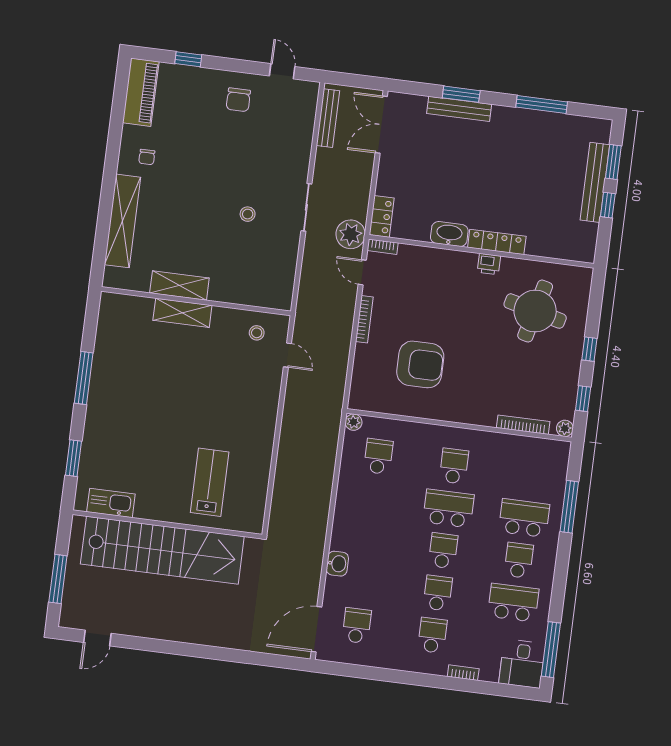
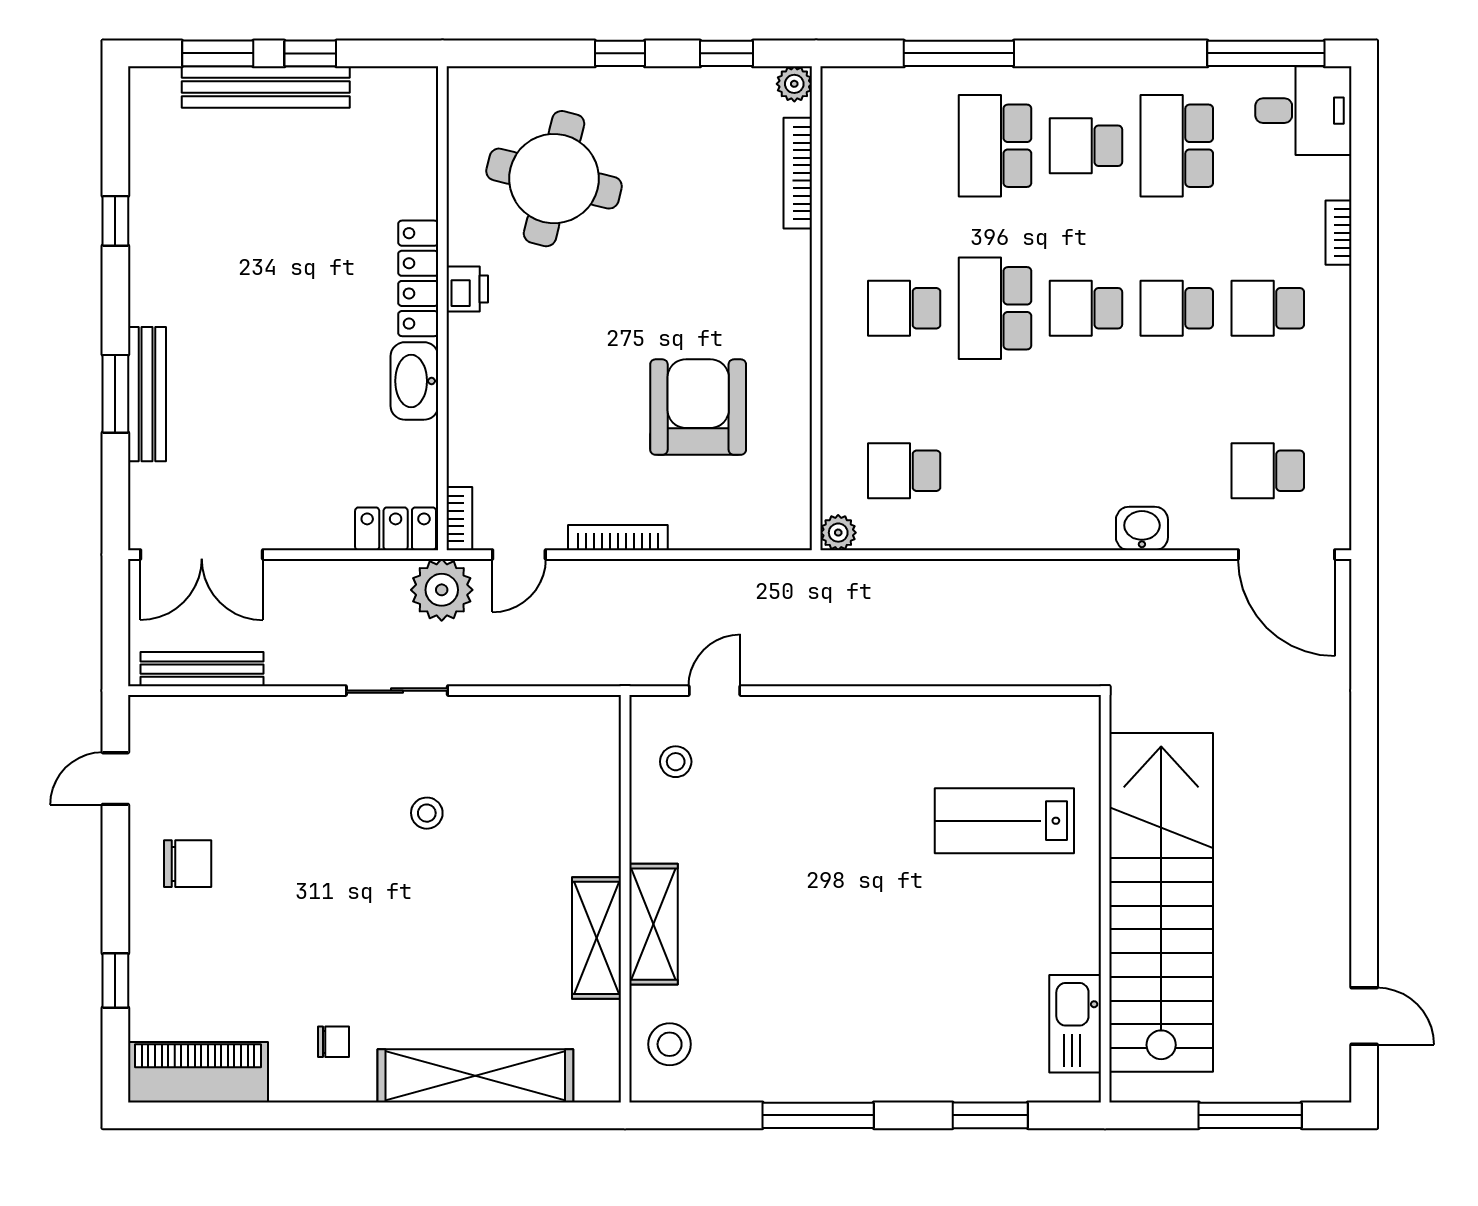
window: (542, 104) -> (115, 221), width x0.46
stool: (126, 313) -> (670, 1044), added

